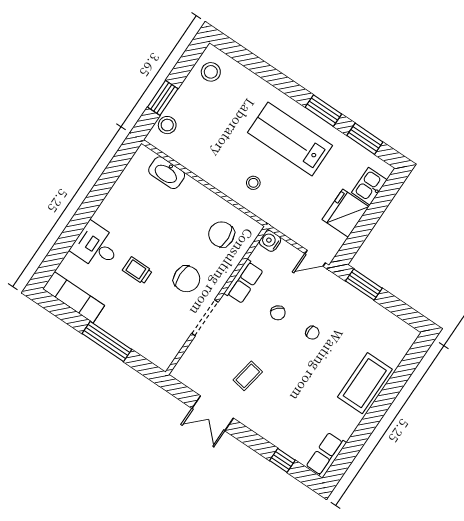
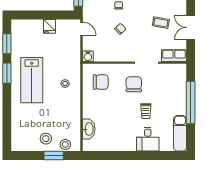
stool: (211, 72) -> (46, 139), moved
kitchen sink: (369, 186) -> (29, 26), removed
fridge: (346, 213) -> (49, 26), width x0.53, depth x0.75
chair: (221, 234) -> (101, 82), turned -87
row of seats: (244, 282) -> (174, 56), moved
window: (107, 342) -> (191, 103), width x1.46
double door: (213, 413) -> (191, 27), swing flipped

